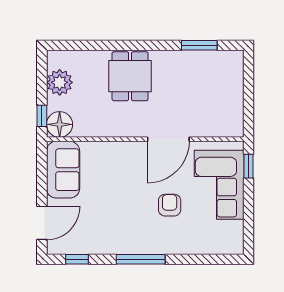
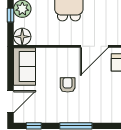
window: (42, 116) -> (11, 15), moved
armchair: (170, 205) -> (68, 85), moved

